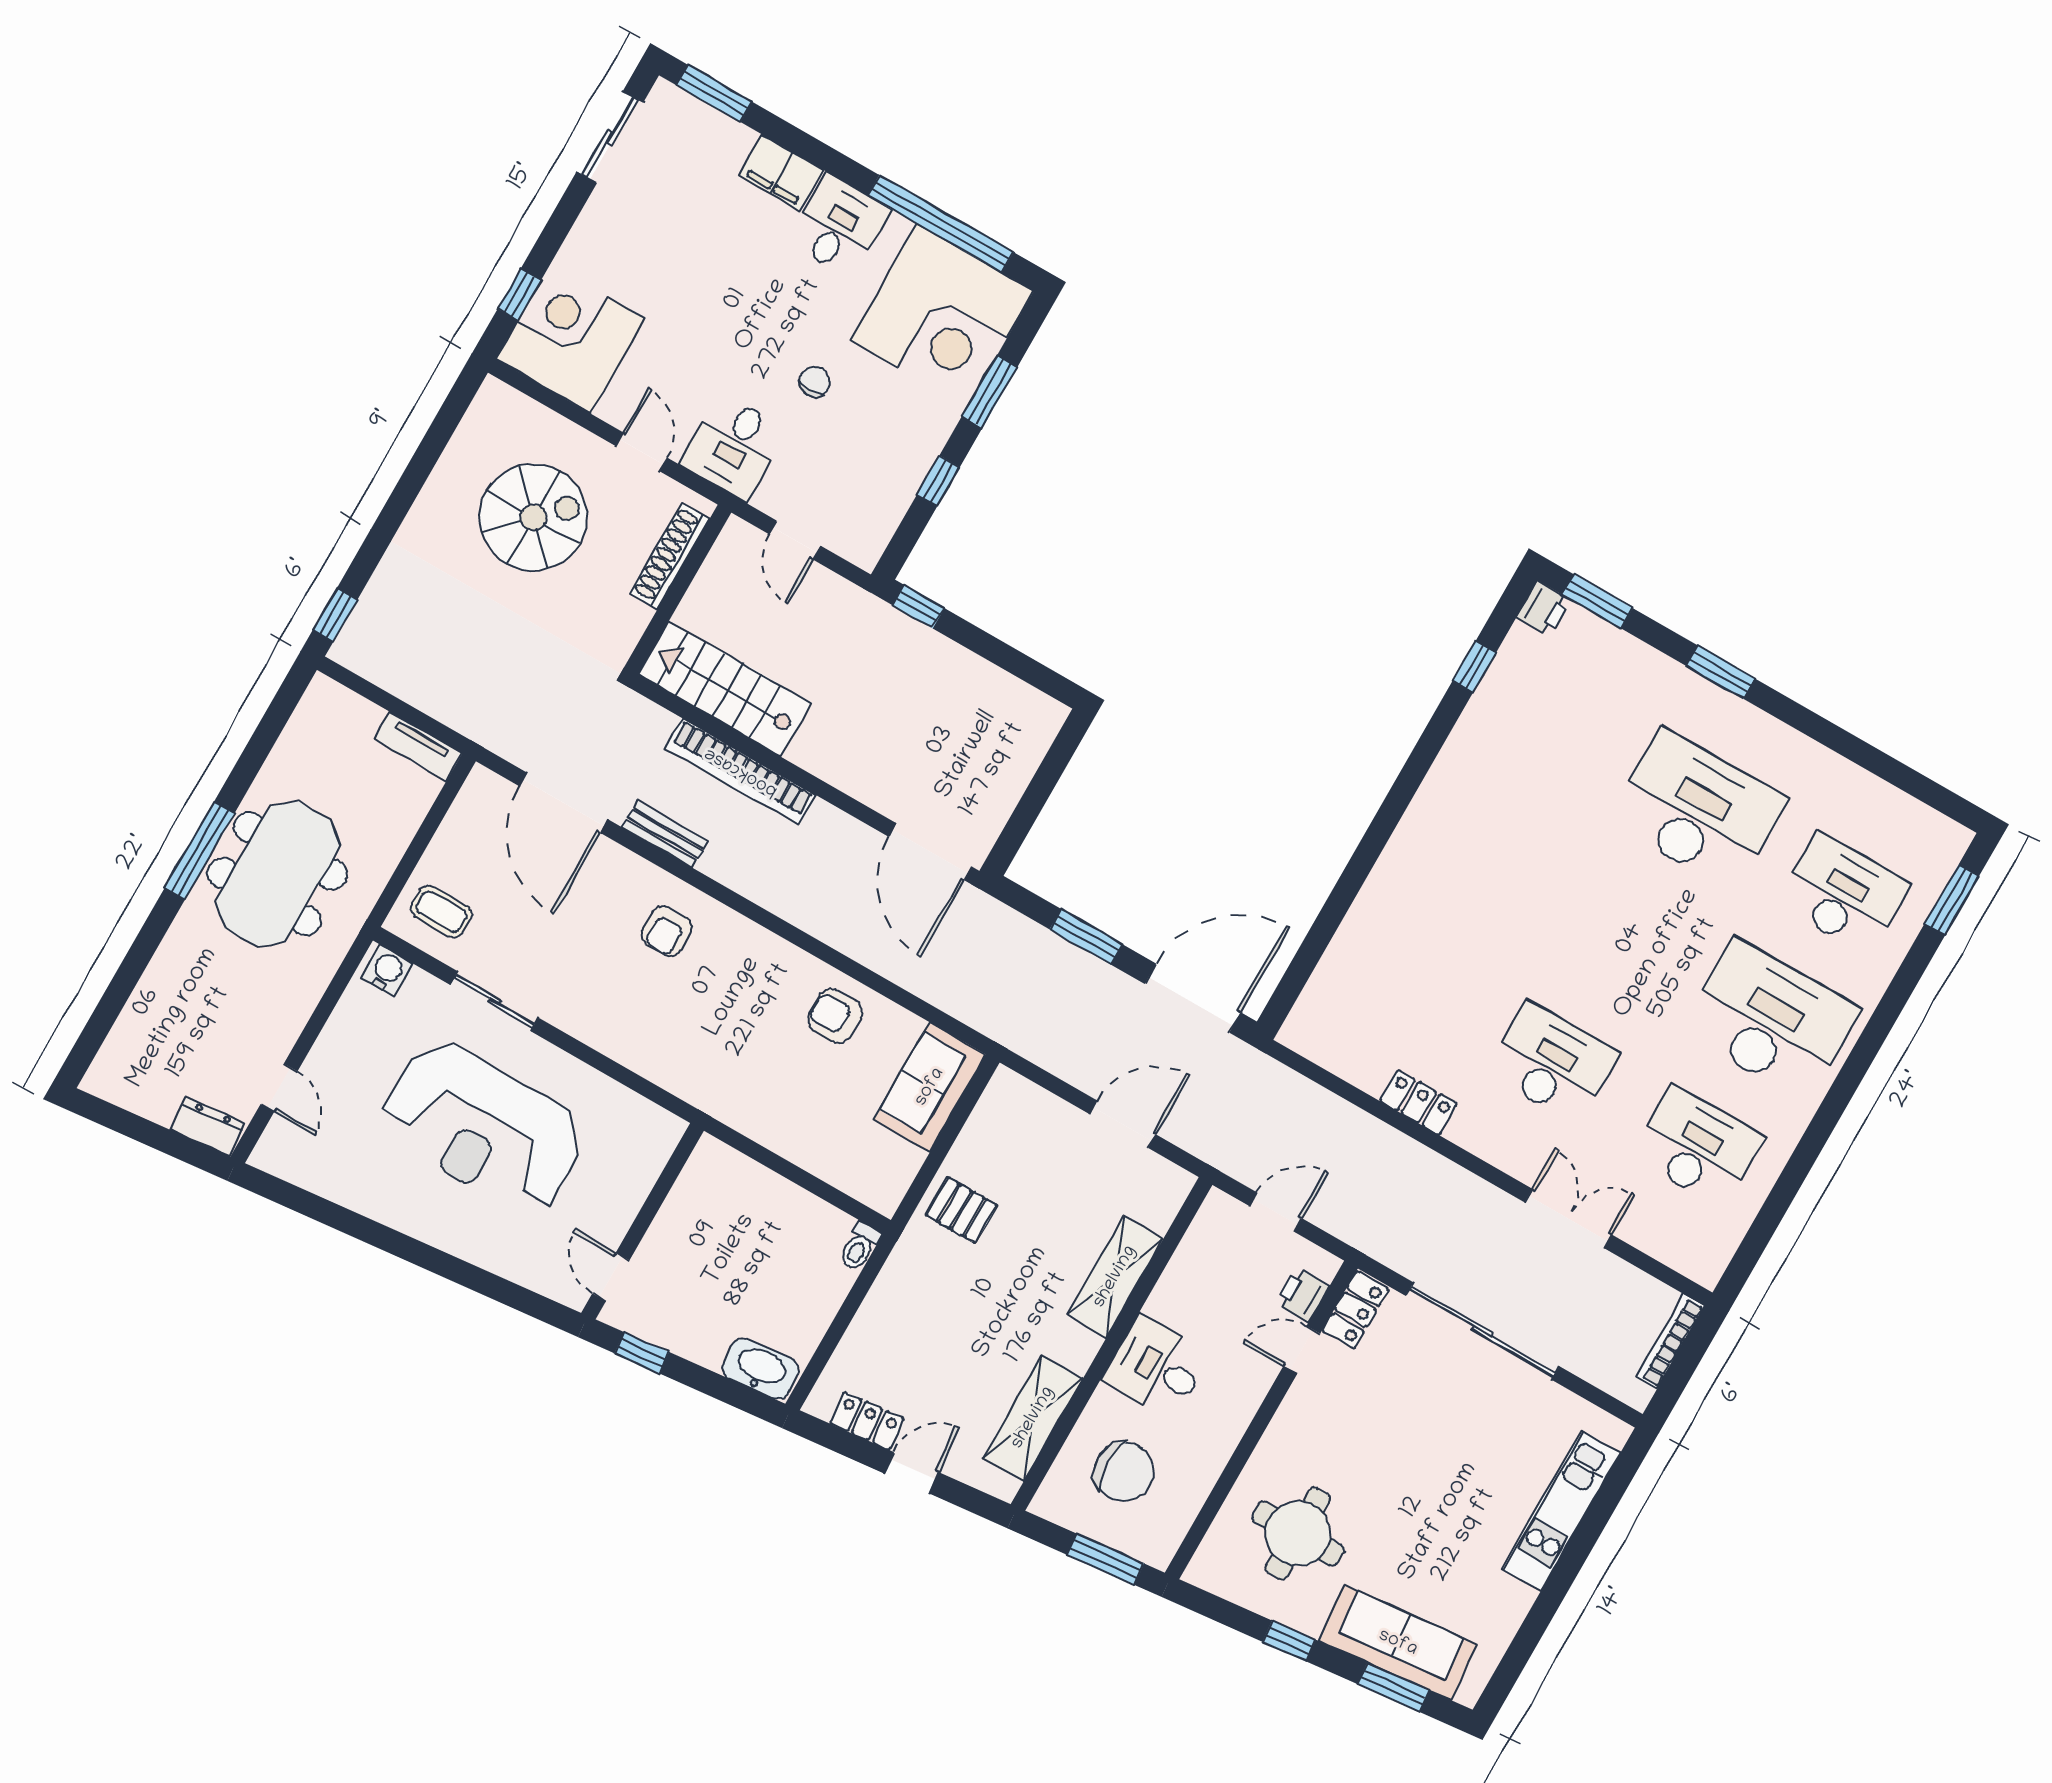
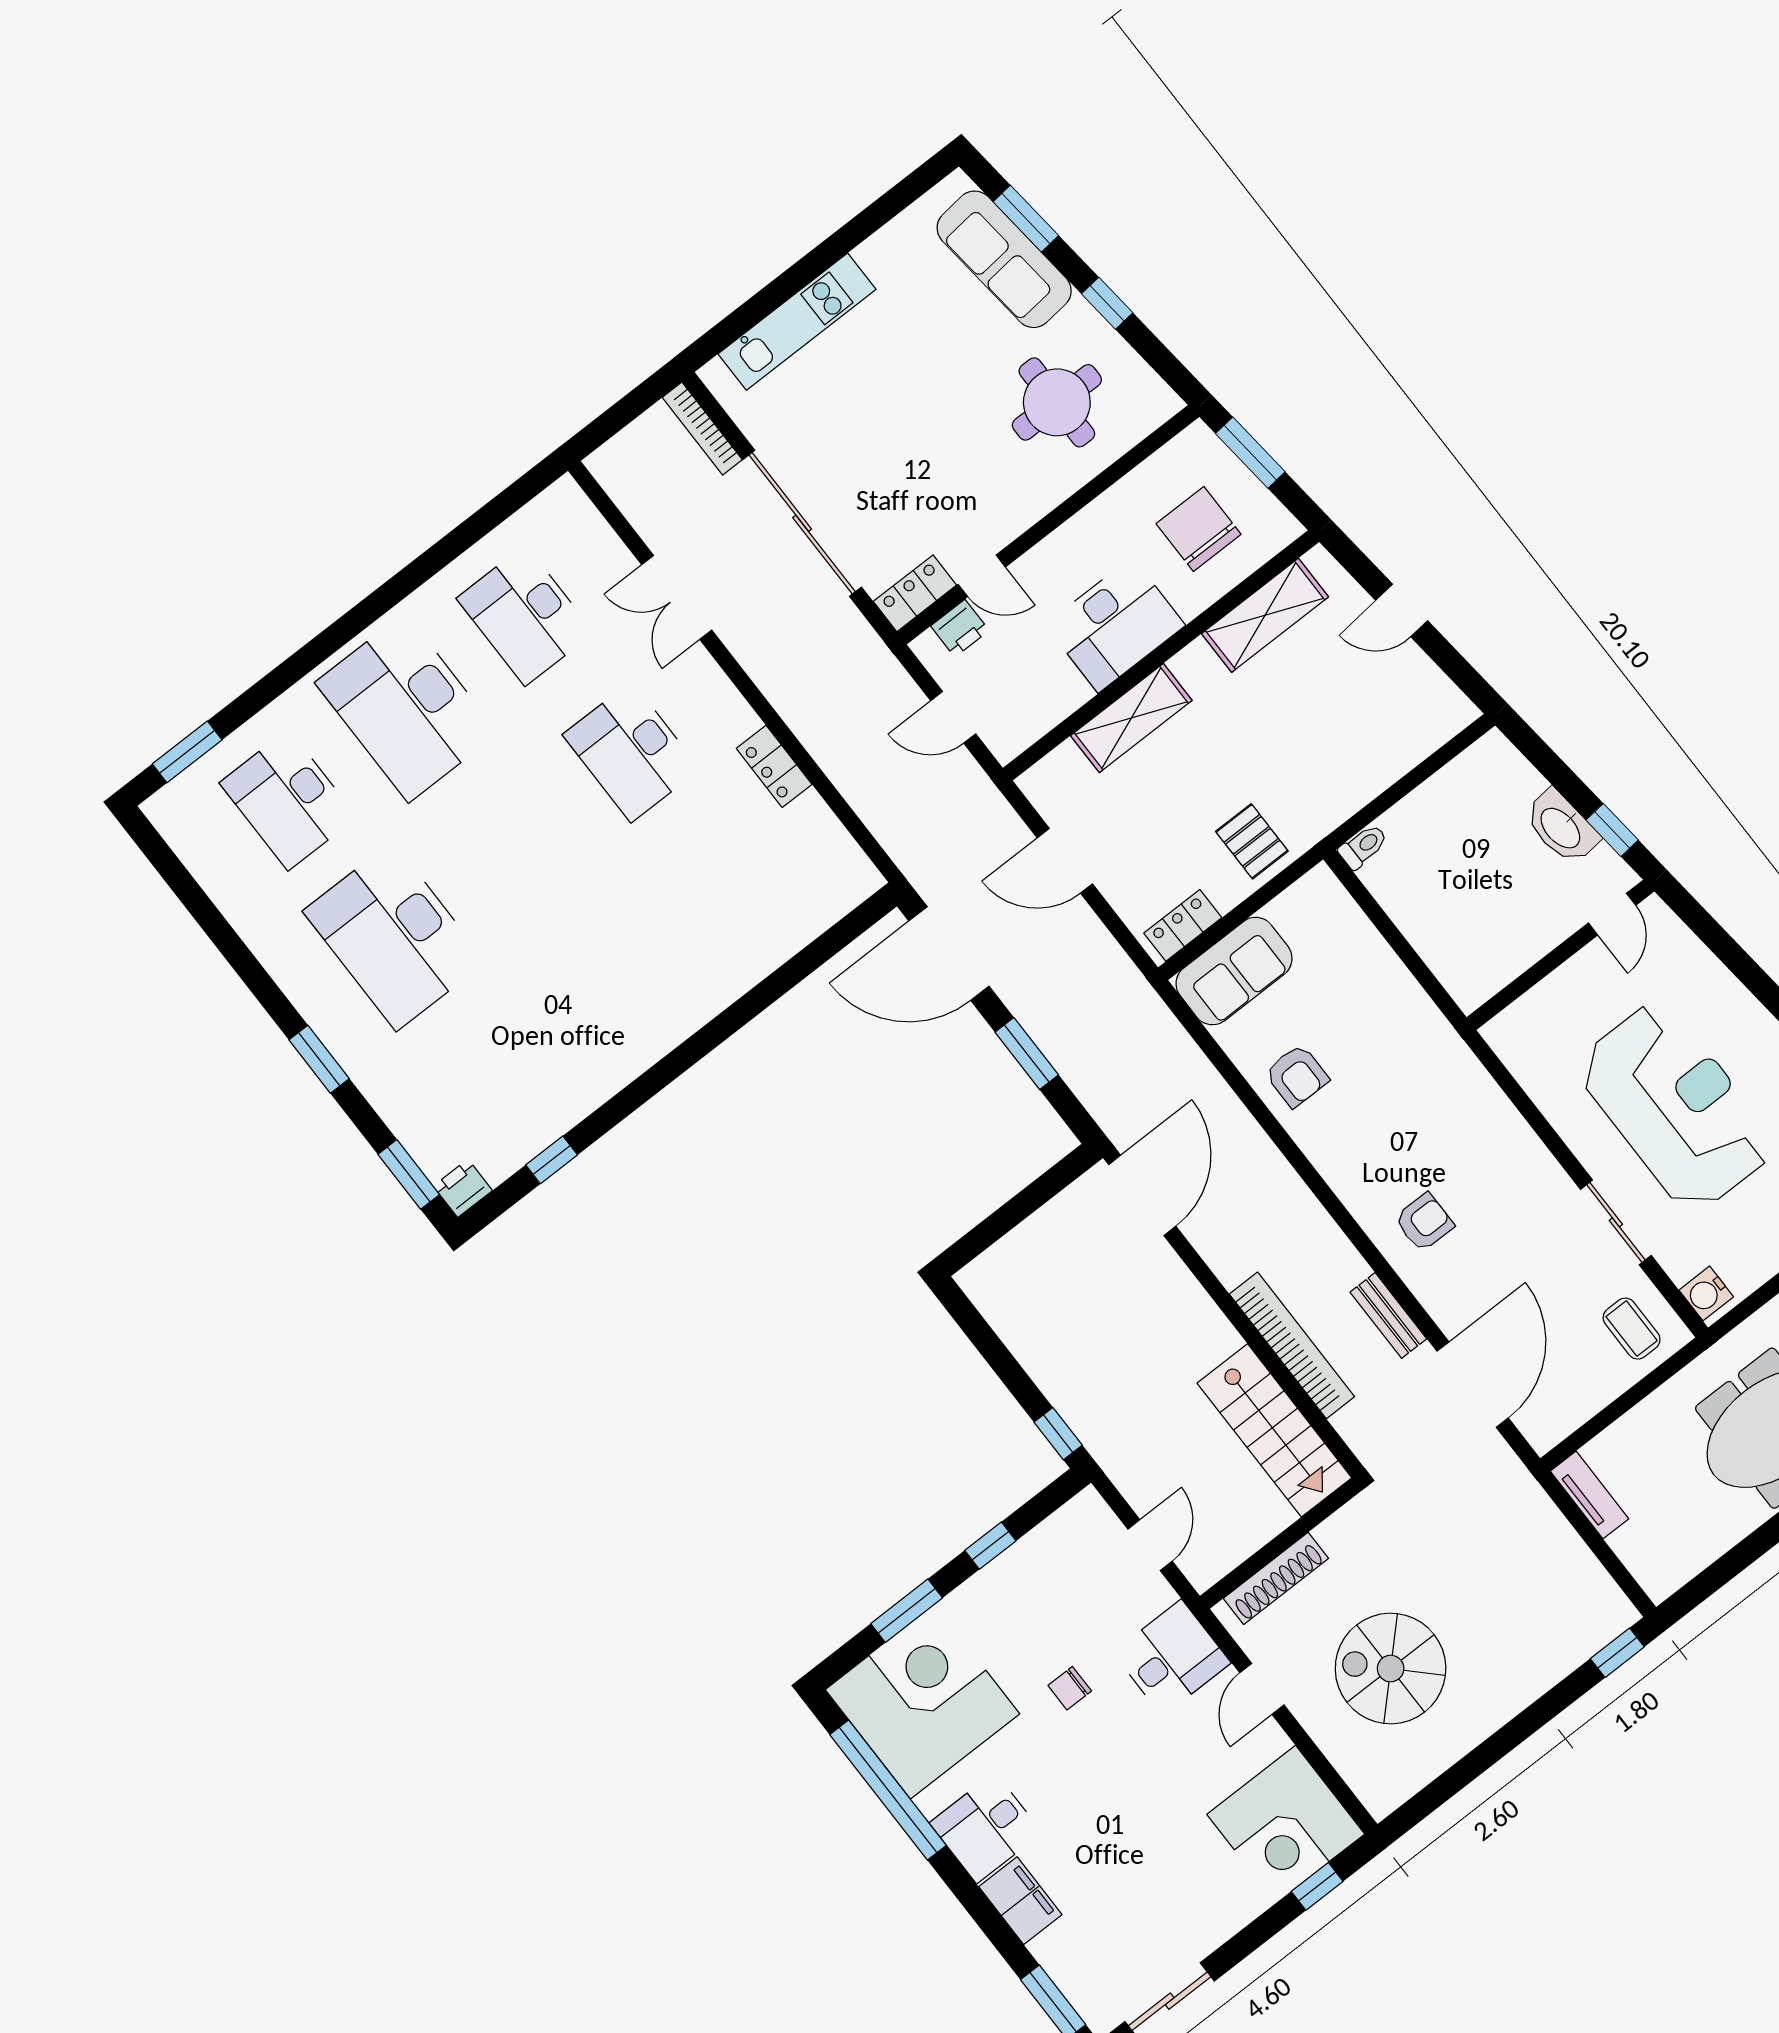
bookcase: (1670, 1341) -> (702, 429), moved, turned 90
desk: (1156, 1367) -> (1115, 625), width x1.37
washbasin: (761, 1369) -> (1561, 827), moved
locker: (867, 1421) -> (1183, 925), moved, turned 96

